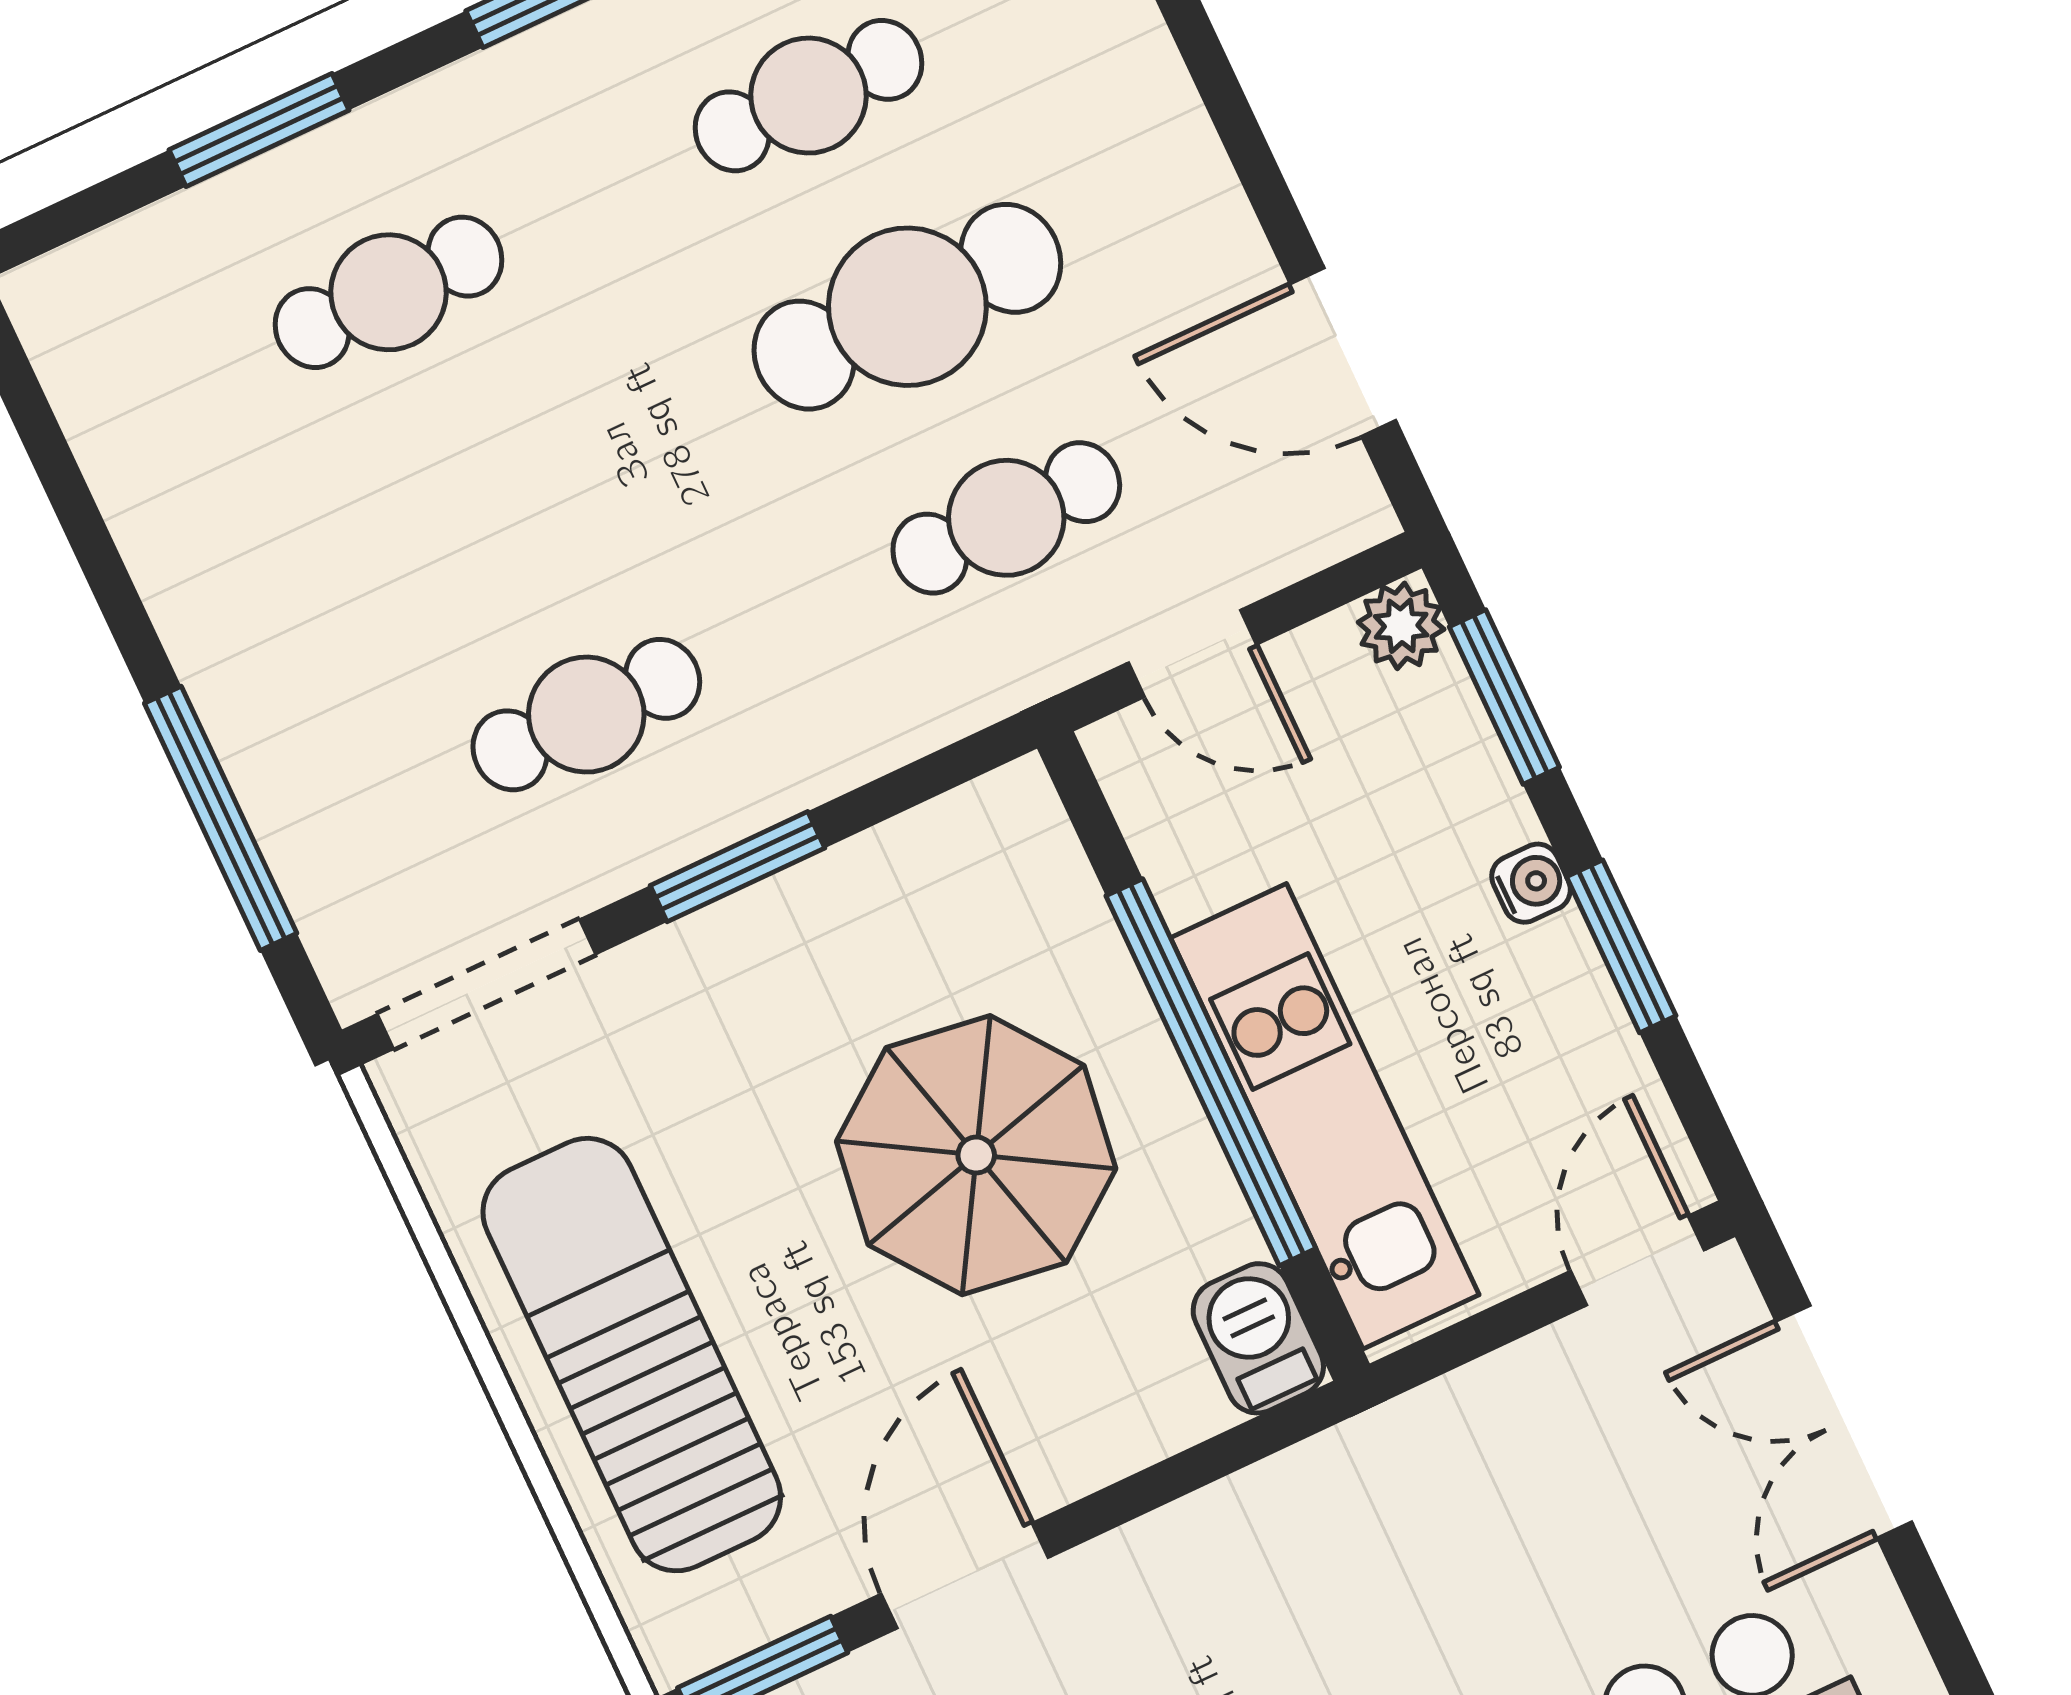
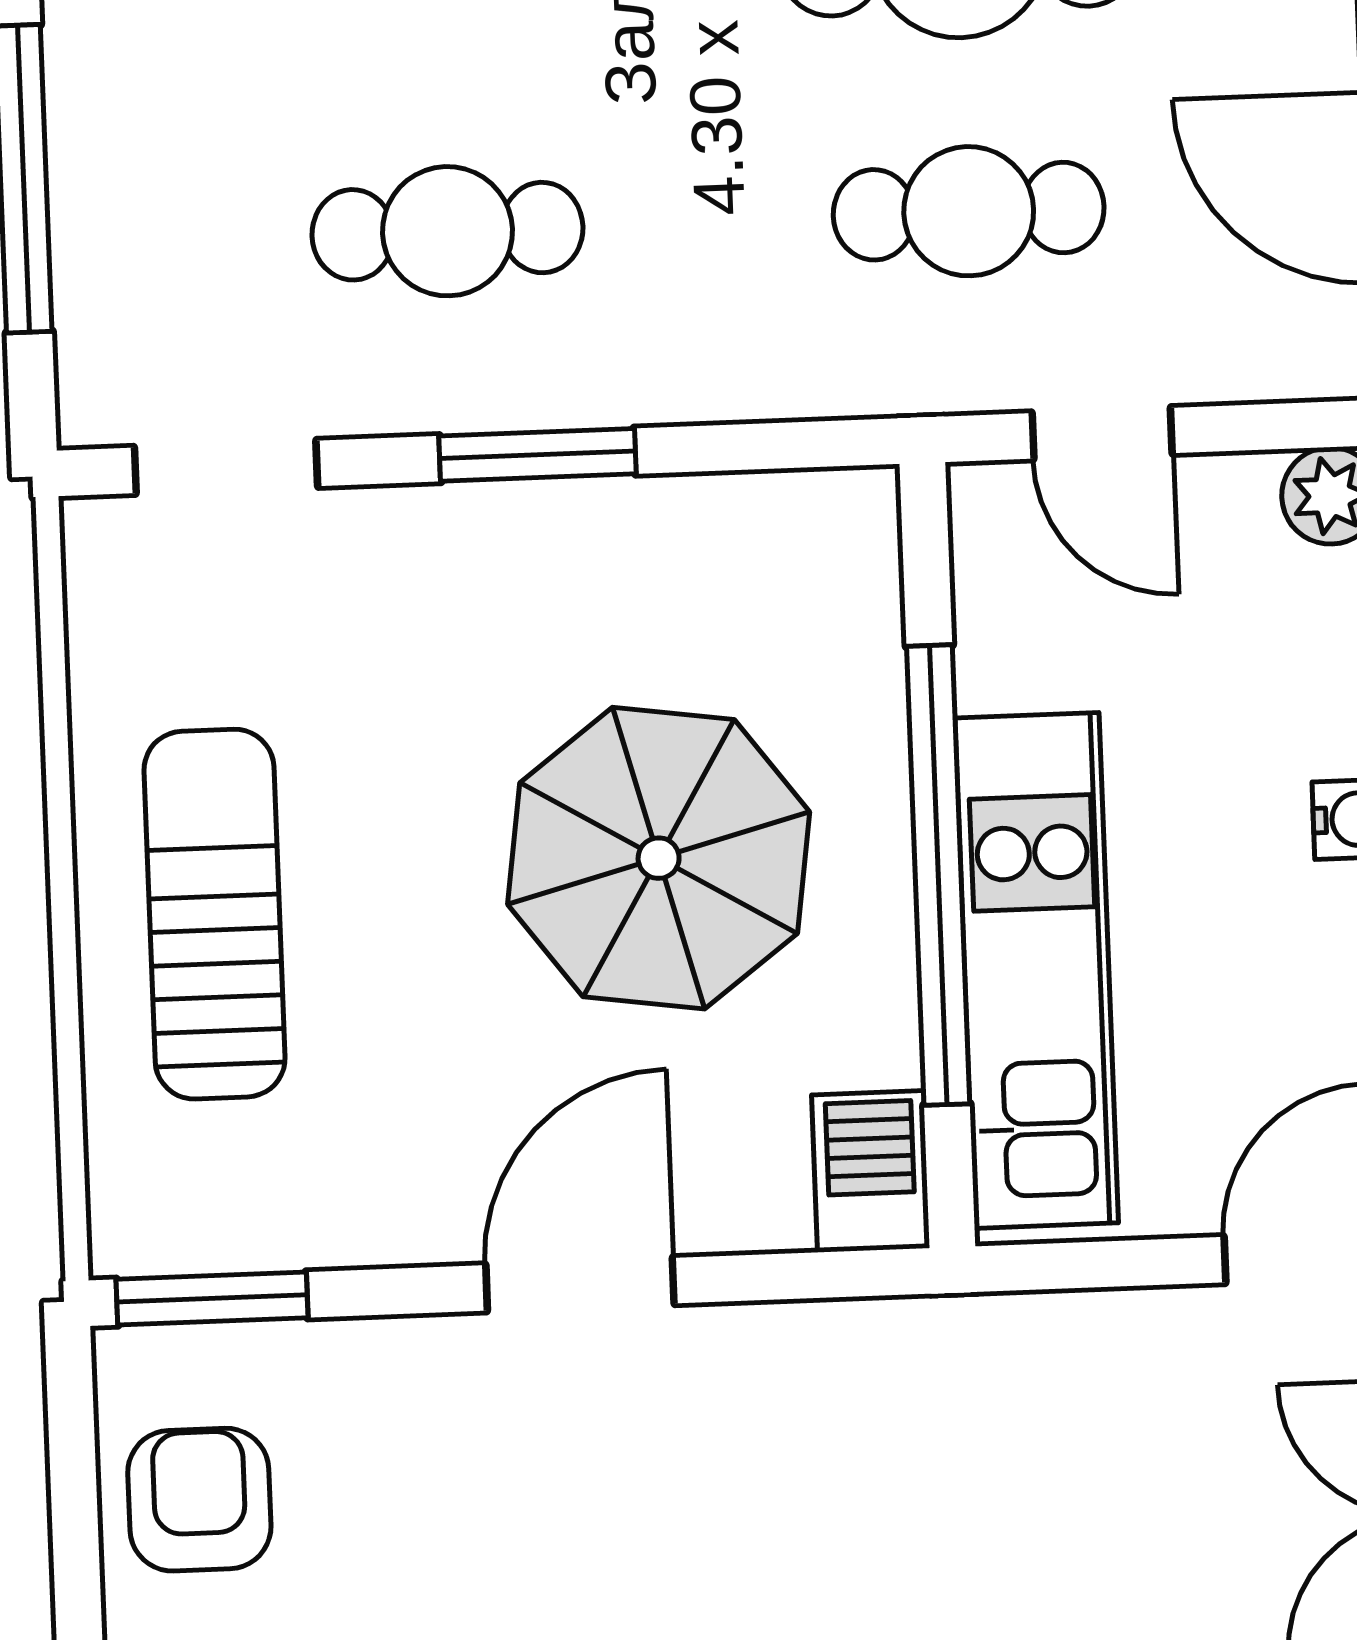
doorway: (486, 984) -> (226, 467), width x0.73
sun lounger: (632, 1355) -> (215, 914), width x0.73, depth x0.75
door: (965, 1576) -> (580, 1284), moved

